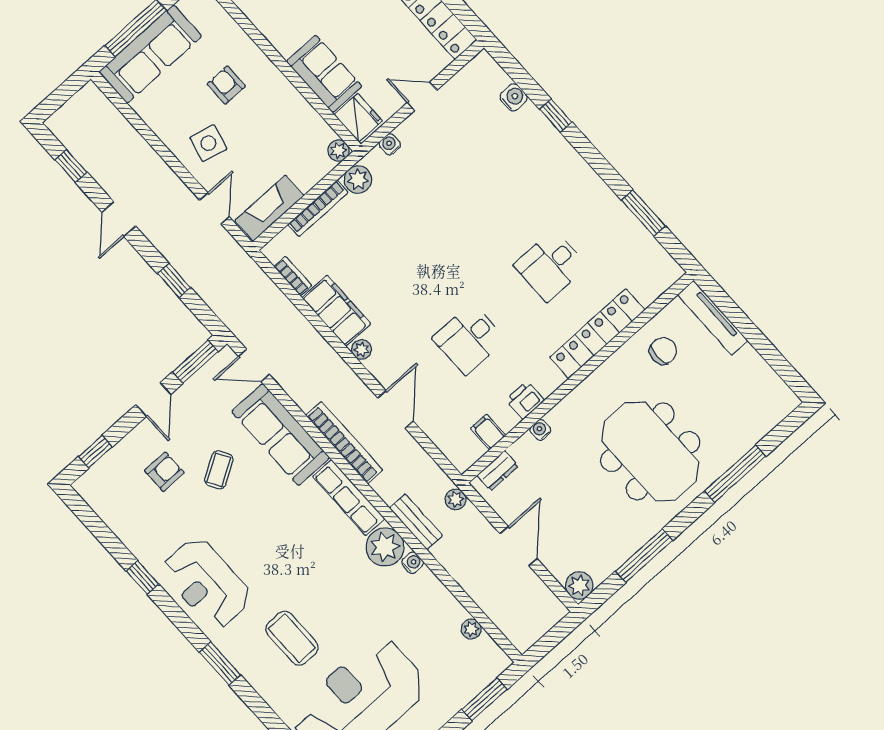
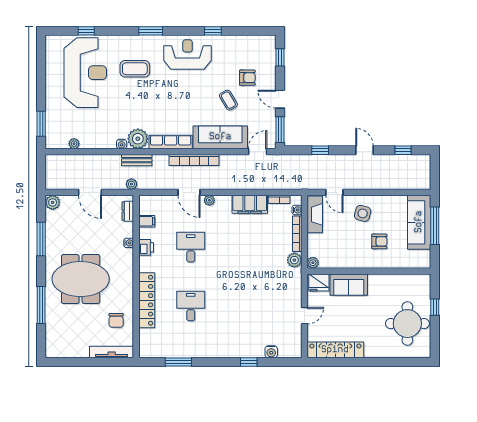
water cooler: (390, 144) -> (297, 210), moved
plant: (361, 350) -> (209, 200), moved
armchair: (164, 472) -> (247, 78), turned -90

